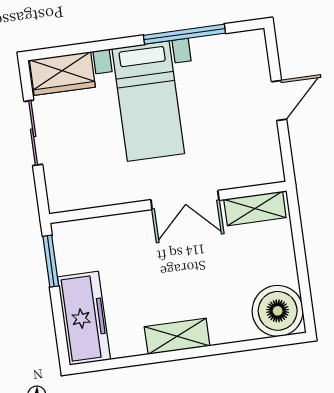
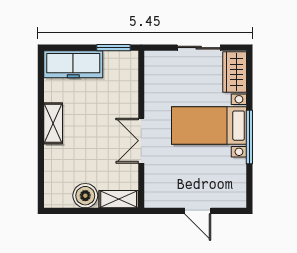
window: (184, 34) -> (249, 137), moved
shelving: (255, 208) -> (119, 199), moved, turned 90
boiler: (278, 311) -> (85, 196), moved, width x0.73, depth x0.73

